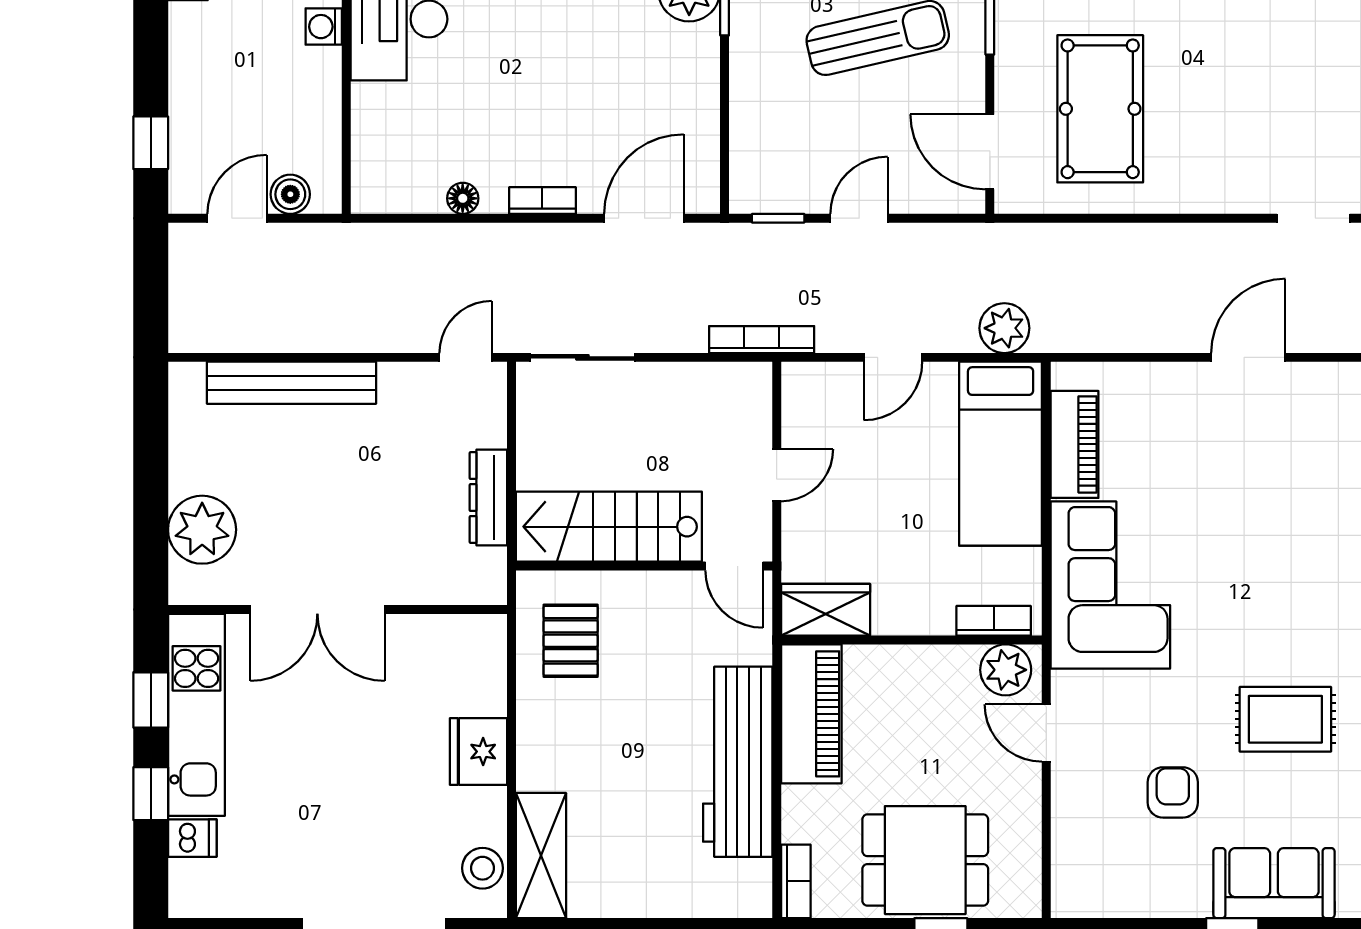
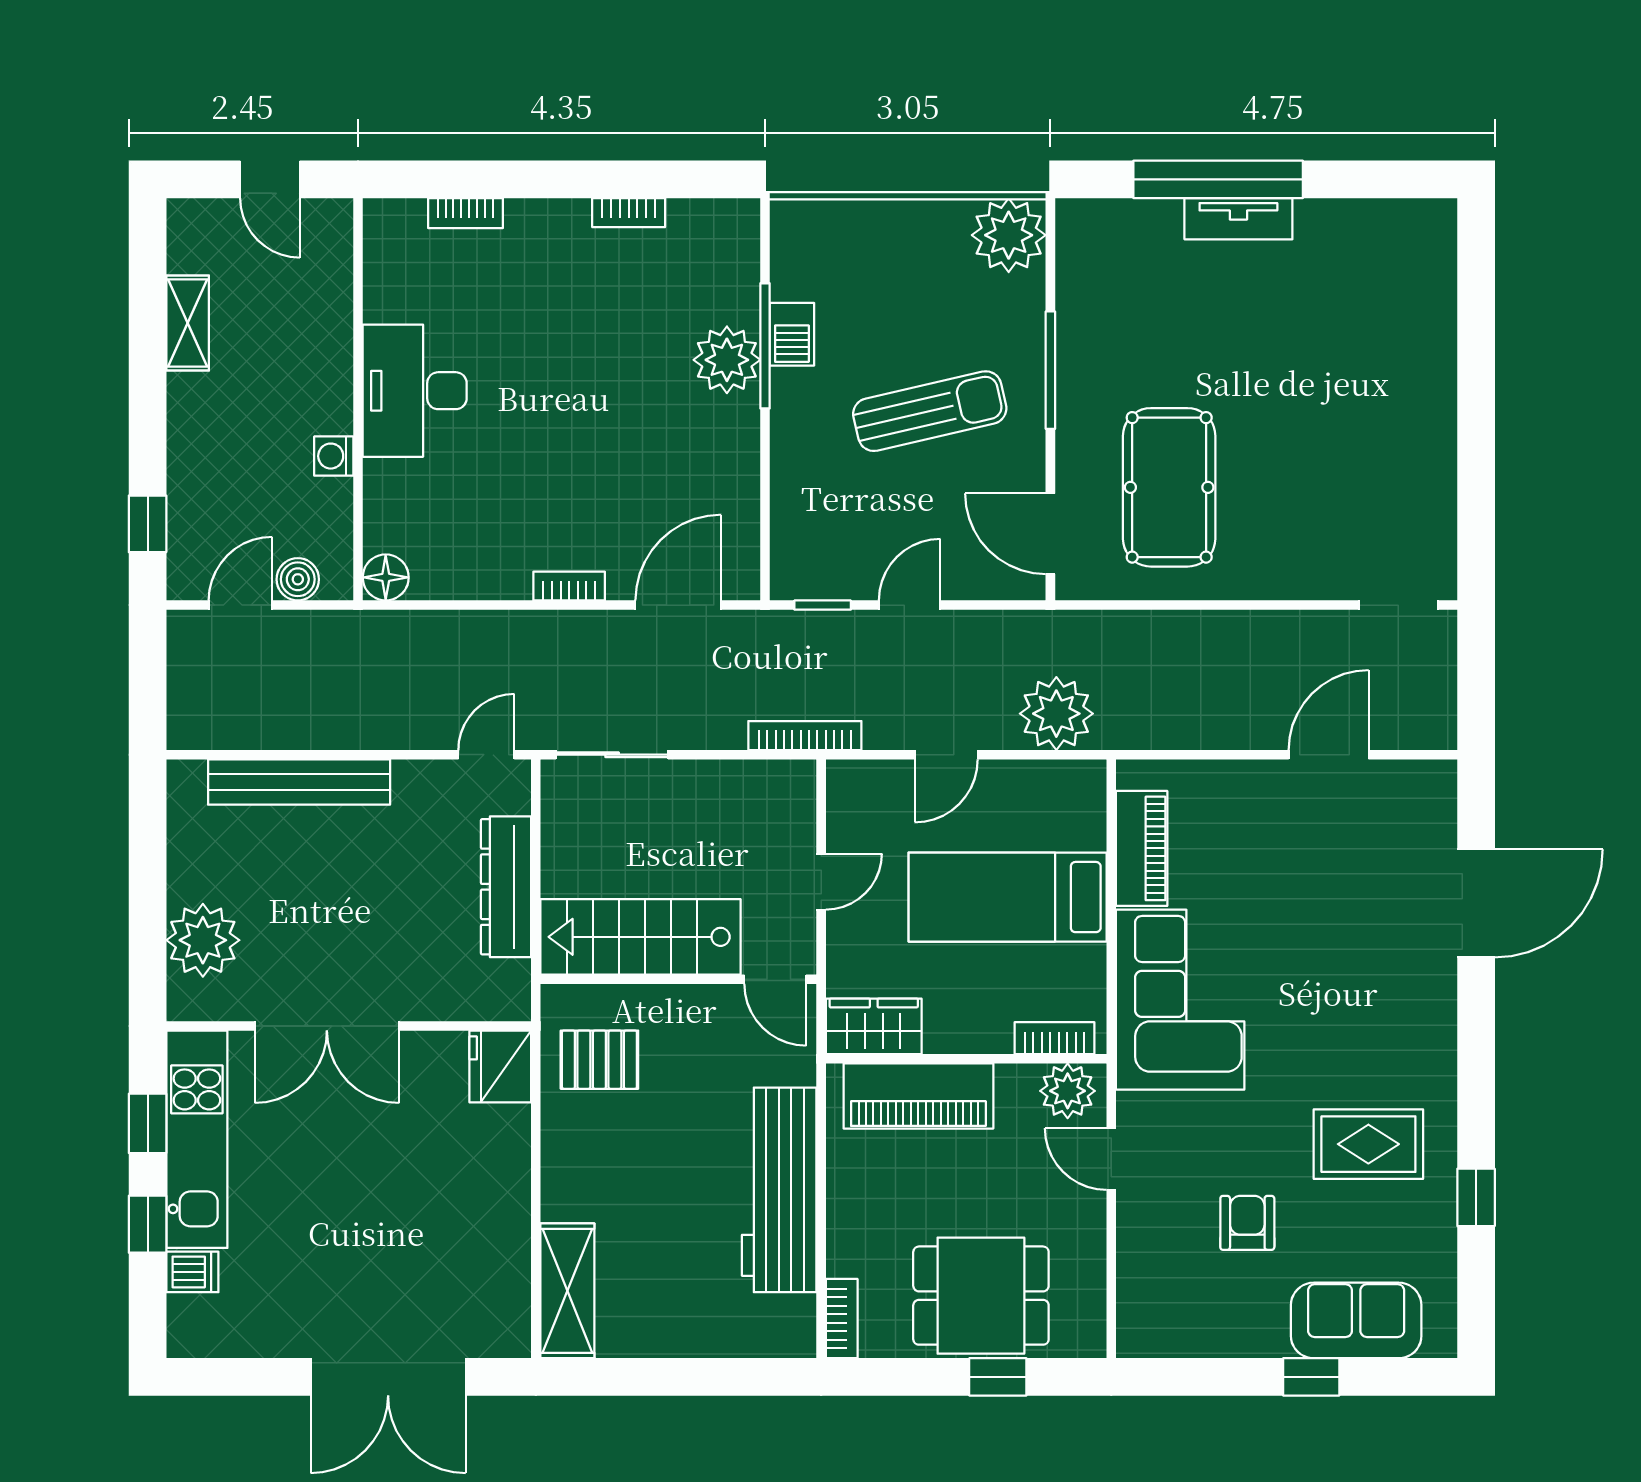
washing machine: (324, 27) -> (334, 456), moved
floor lamp: (463, 198) -> (386, 577), moved, width x1.37, depth x1.37
plant: (1004, 328) -> (1056, 714), width x1.36, depth x1.36
bed: (1001, 454) -> (1008, 897), moved, turned 90
dresser: (488, 498) -> (506, 887), width x1.37, depth x1.24
pallet: (571, 641) -> (599, 1060), turned 90
piano: (811, 714) -> (918, 1096), moved, turned 90
fridge: (478, 752) -> (500, 1067), moved
stool: (482, 868) -> (505, 1304), removed

